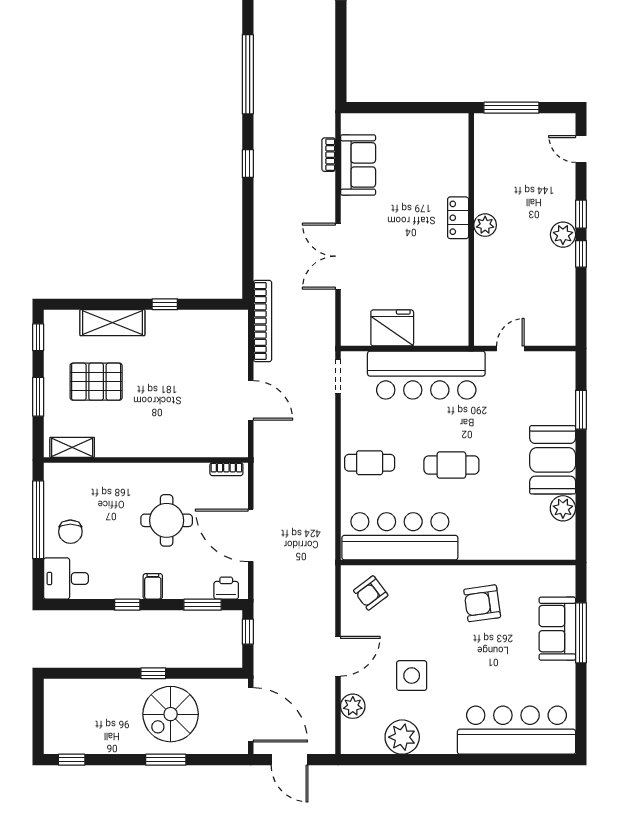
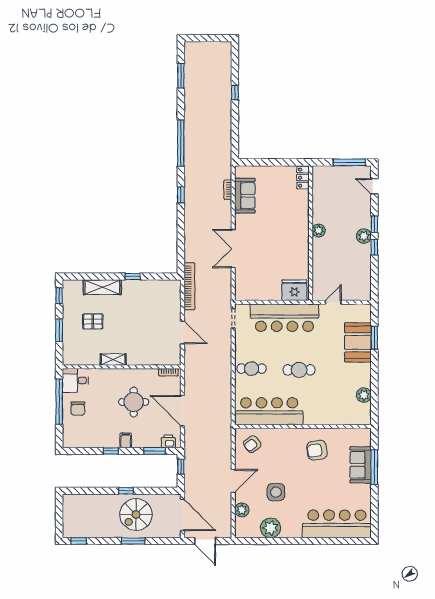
window: (511, 108) -> (349, 162), moved
locker: (458, 218) -> (303, 178), moved
fridge: (392, 328) -> (294, 290), moved
pallet: (96, 382) -> (93, 321), width x0.67, depth x0.71
shelving: (72, 447) -> (113, 360), moved
booth: (553, 460) -> (358, 342), moved
desk: (66, 579) -> (75, 380), moved

